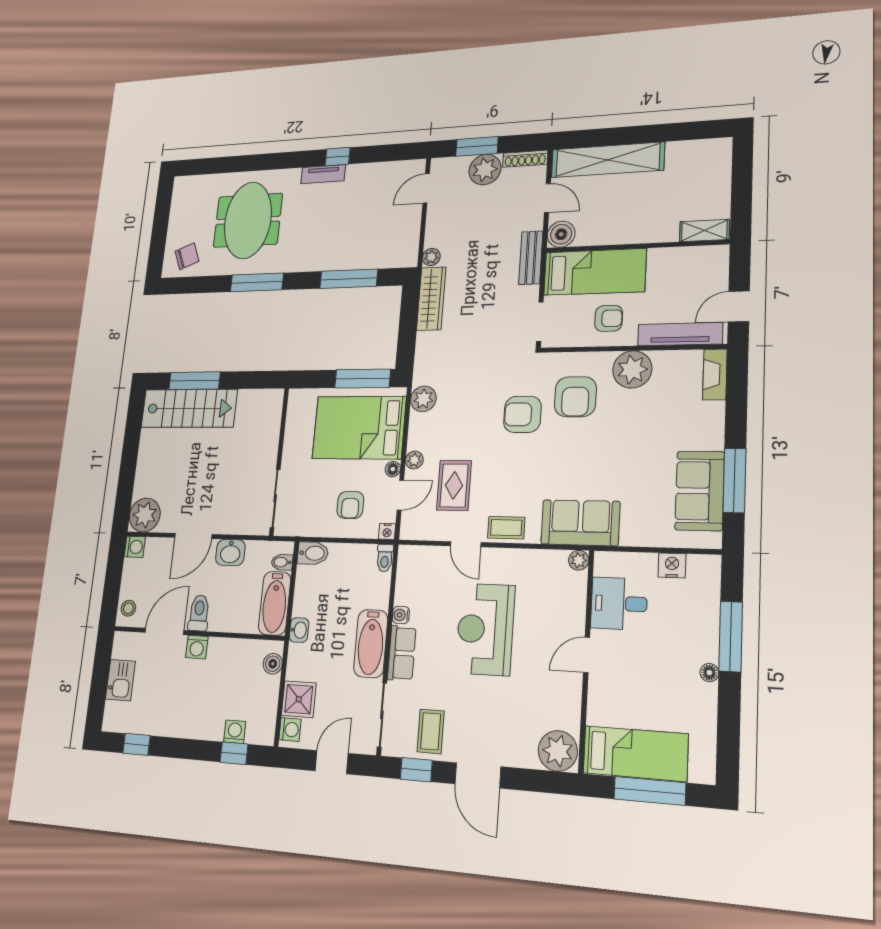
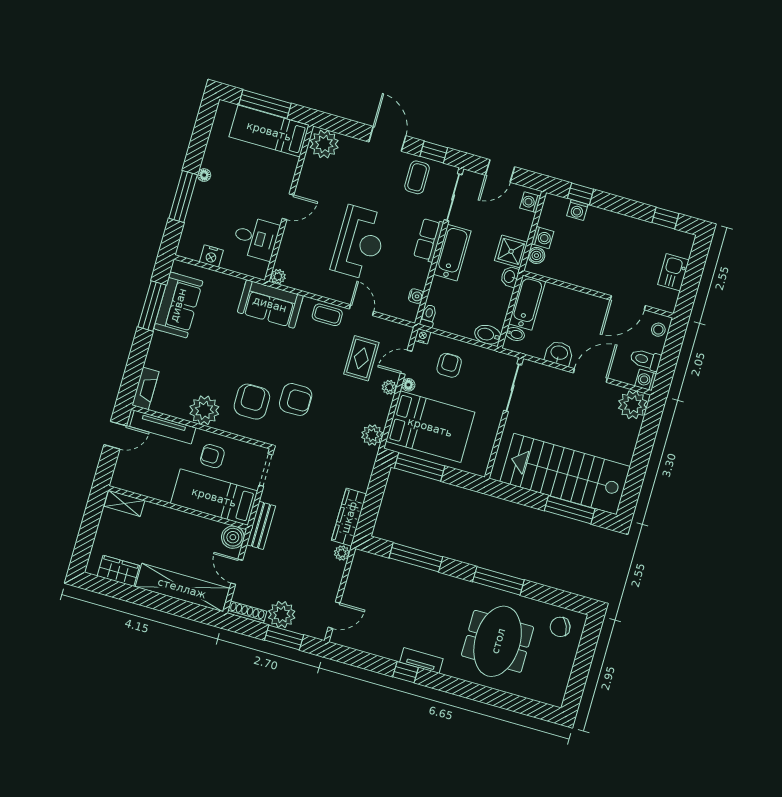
wardrobe: (690, 153) -> (118, 571), added
stairs: (189, 408) -> (565, 474), width x1.36, depth x1.51
toilet: (199, 613) -> (646, 360), moved, turned 90
water cooler: (401, 615) -> (416, 296), moved
washing machine: (197, 647) -> (543, 238), moved, turned 90
shower: (299, 699) -> (511, 251), moved

